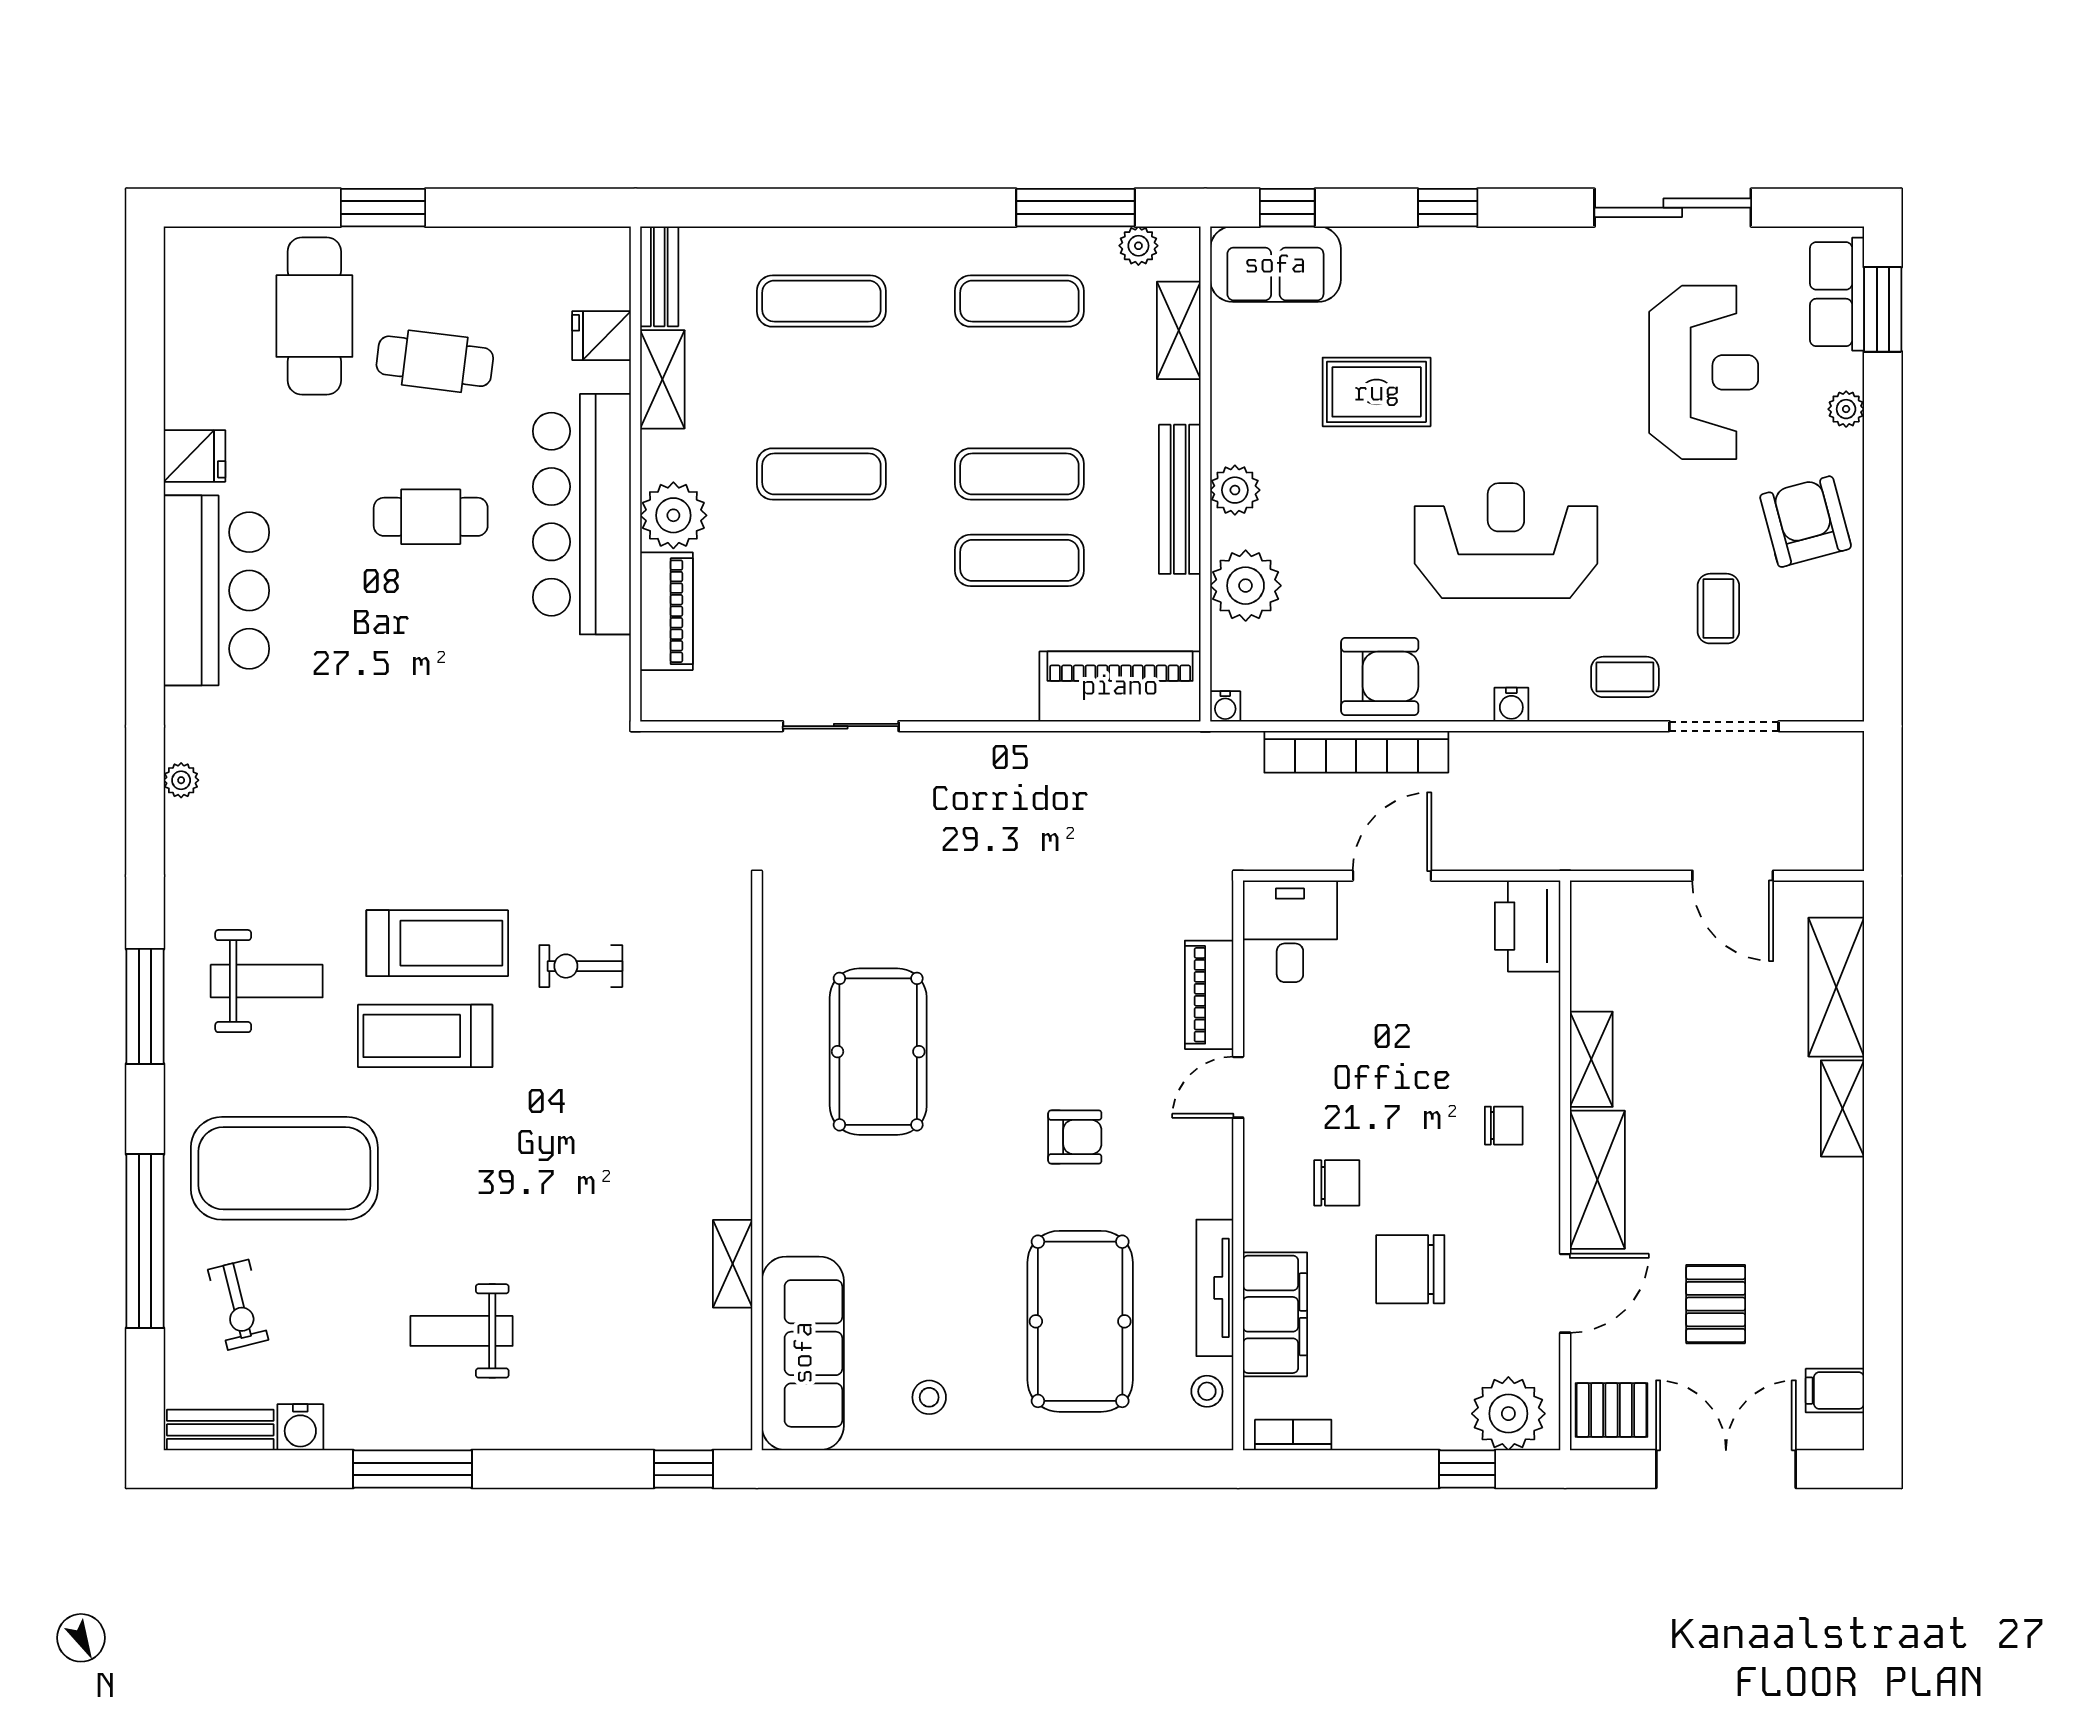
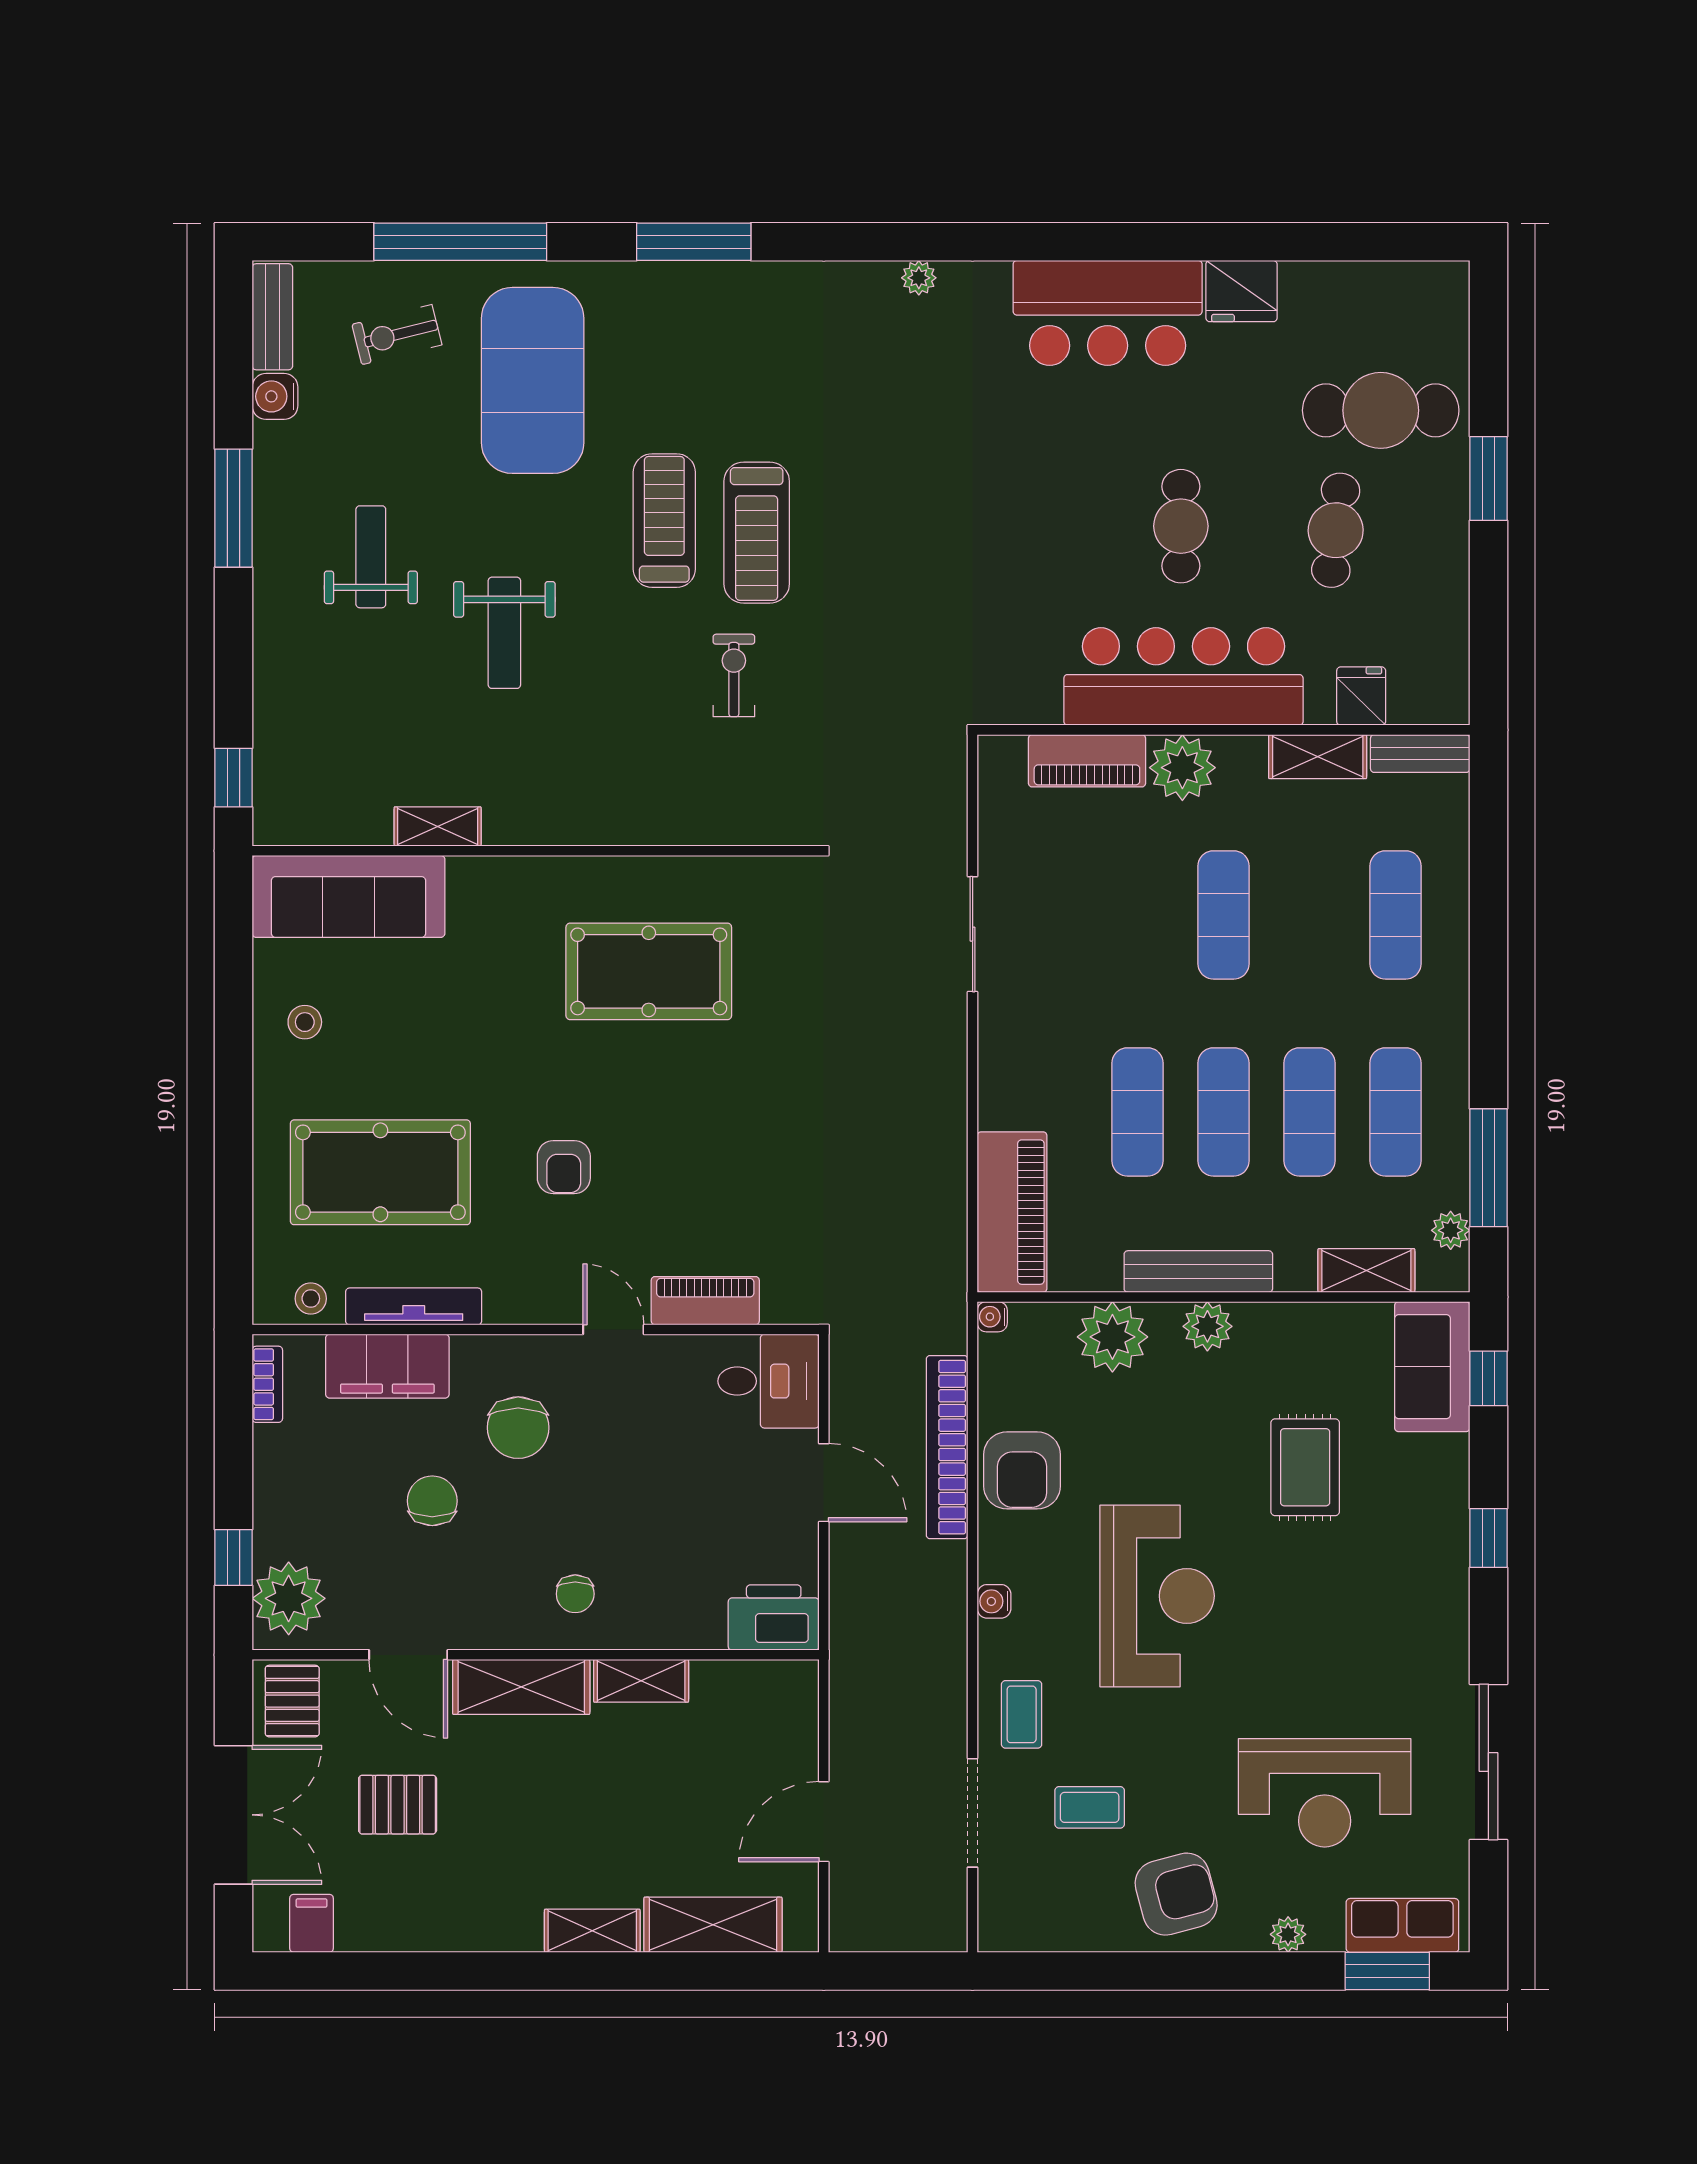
exercise mat: (1019, 388) -> (1310, 1112), added
fridge: (194, 456) -> (1241, 291), width x1.38
weight bench: (267, 981) -> (504, 633), moved
chair: (1337, 1183) -> (518, 1428), width x1.37, depth x1.37
chair: (1410, 1269) -> (432, 1501), width x0.73, depth x0.73

